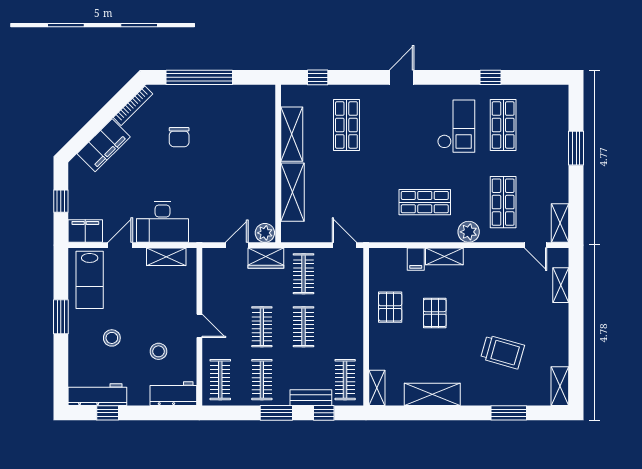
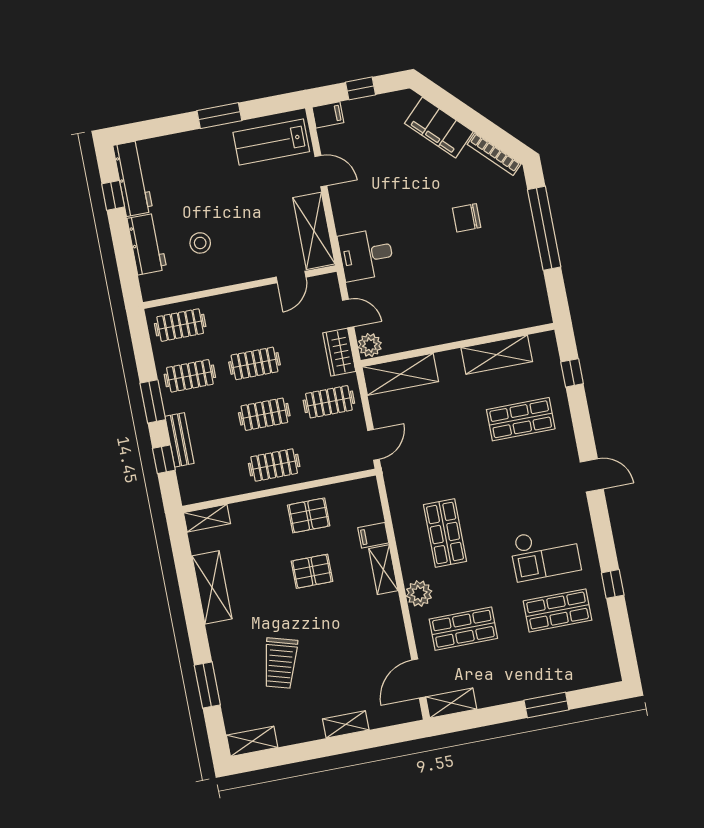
shelving: (293, 192) -> (400, 374), moved
desk: (162, 222) -> (366, 255), moved, width x0.73
filing cabinet: (85, 231) -> (328, 115), width x0.50
door: (536, 245) -> (419, 679), width x1.38
shelving: (166, 257) -> (314, 231), width x1.50, depth x1.33
shelving: (561, 285) -> (346, 724), moved
door: (199, 326) -> (291, 277), moved
stool: (112, 338) -> (206, 183), removed
clothes rail: (345, 380) -> (274, 465), moved
workbench: (173, 394) -> (147, 244), moved

